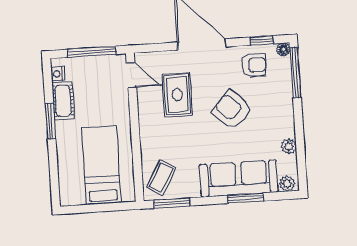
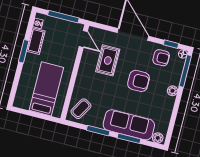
armchair: (232, 110) -> (139, 81), turned 138
plant: (289, 146) -> (173, 91), moved
window: (172, 203) -> (98, 131), moved

